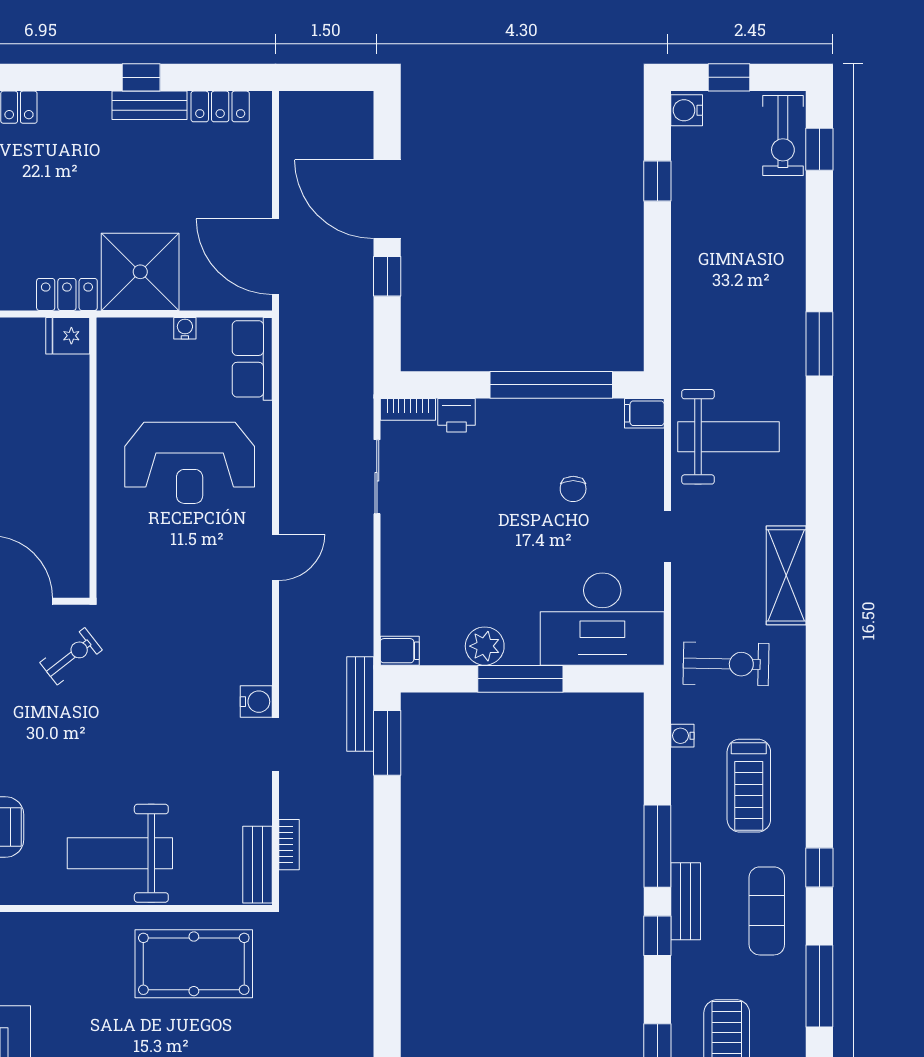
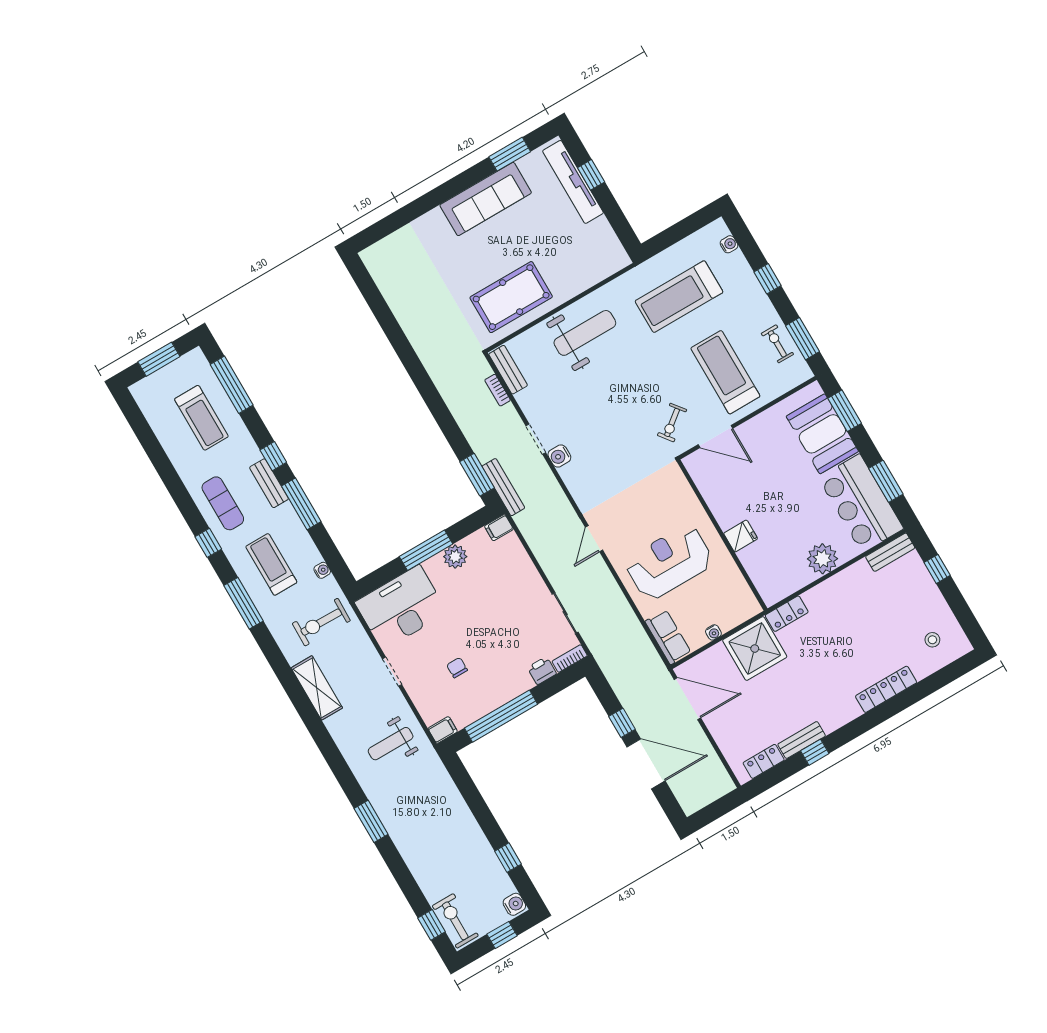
fridge: (68, 336) -> (741, 536), moved
weight bench: (728, 437) -> (391, 744), width x0.73, depth x0.75
window: (819, 986) -> (244, 603), moved

